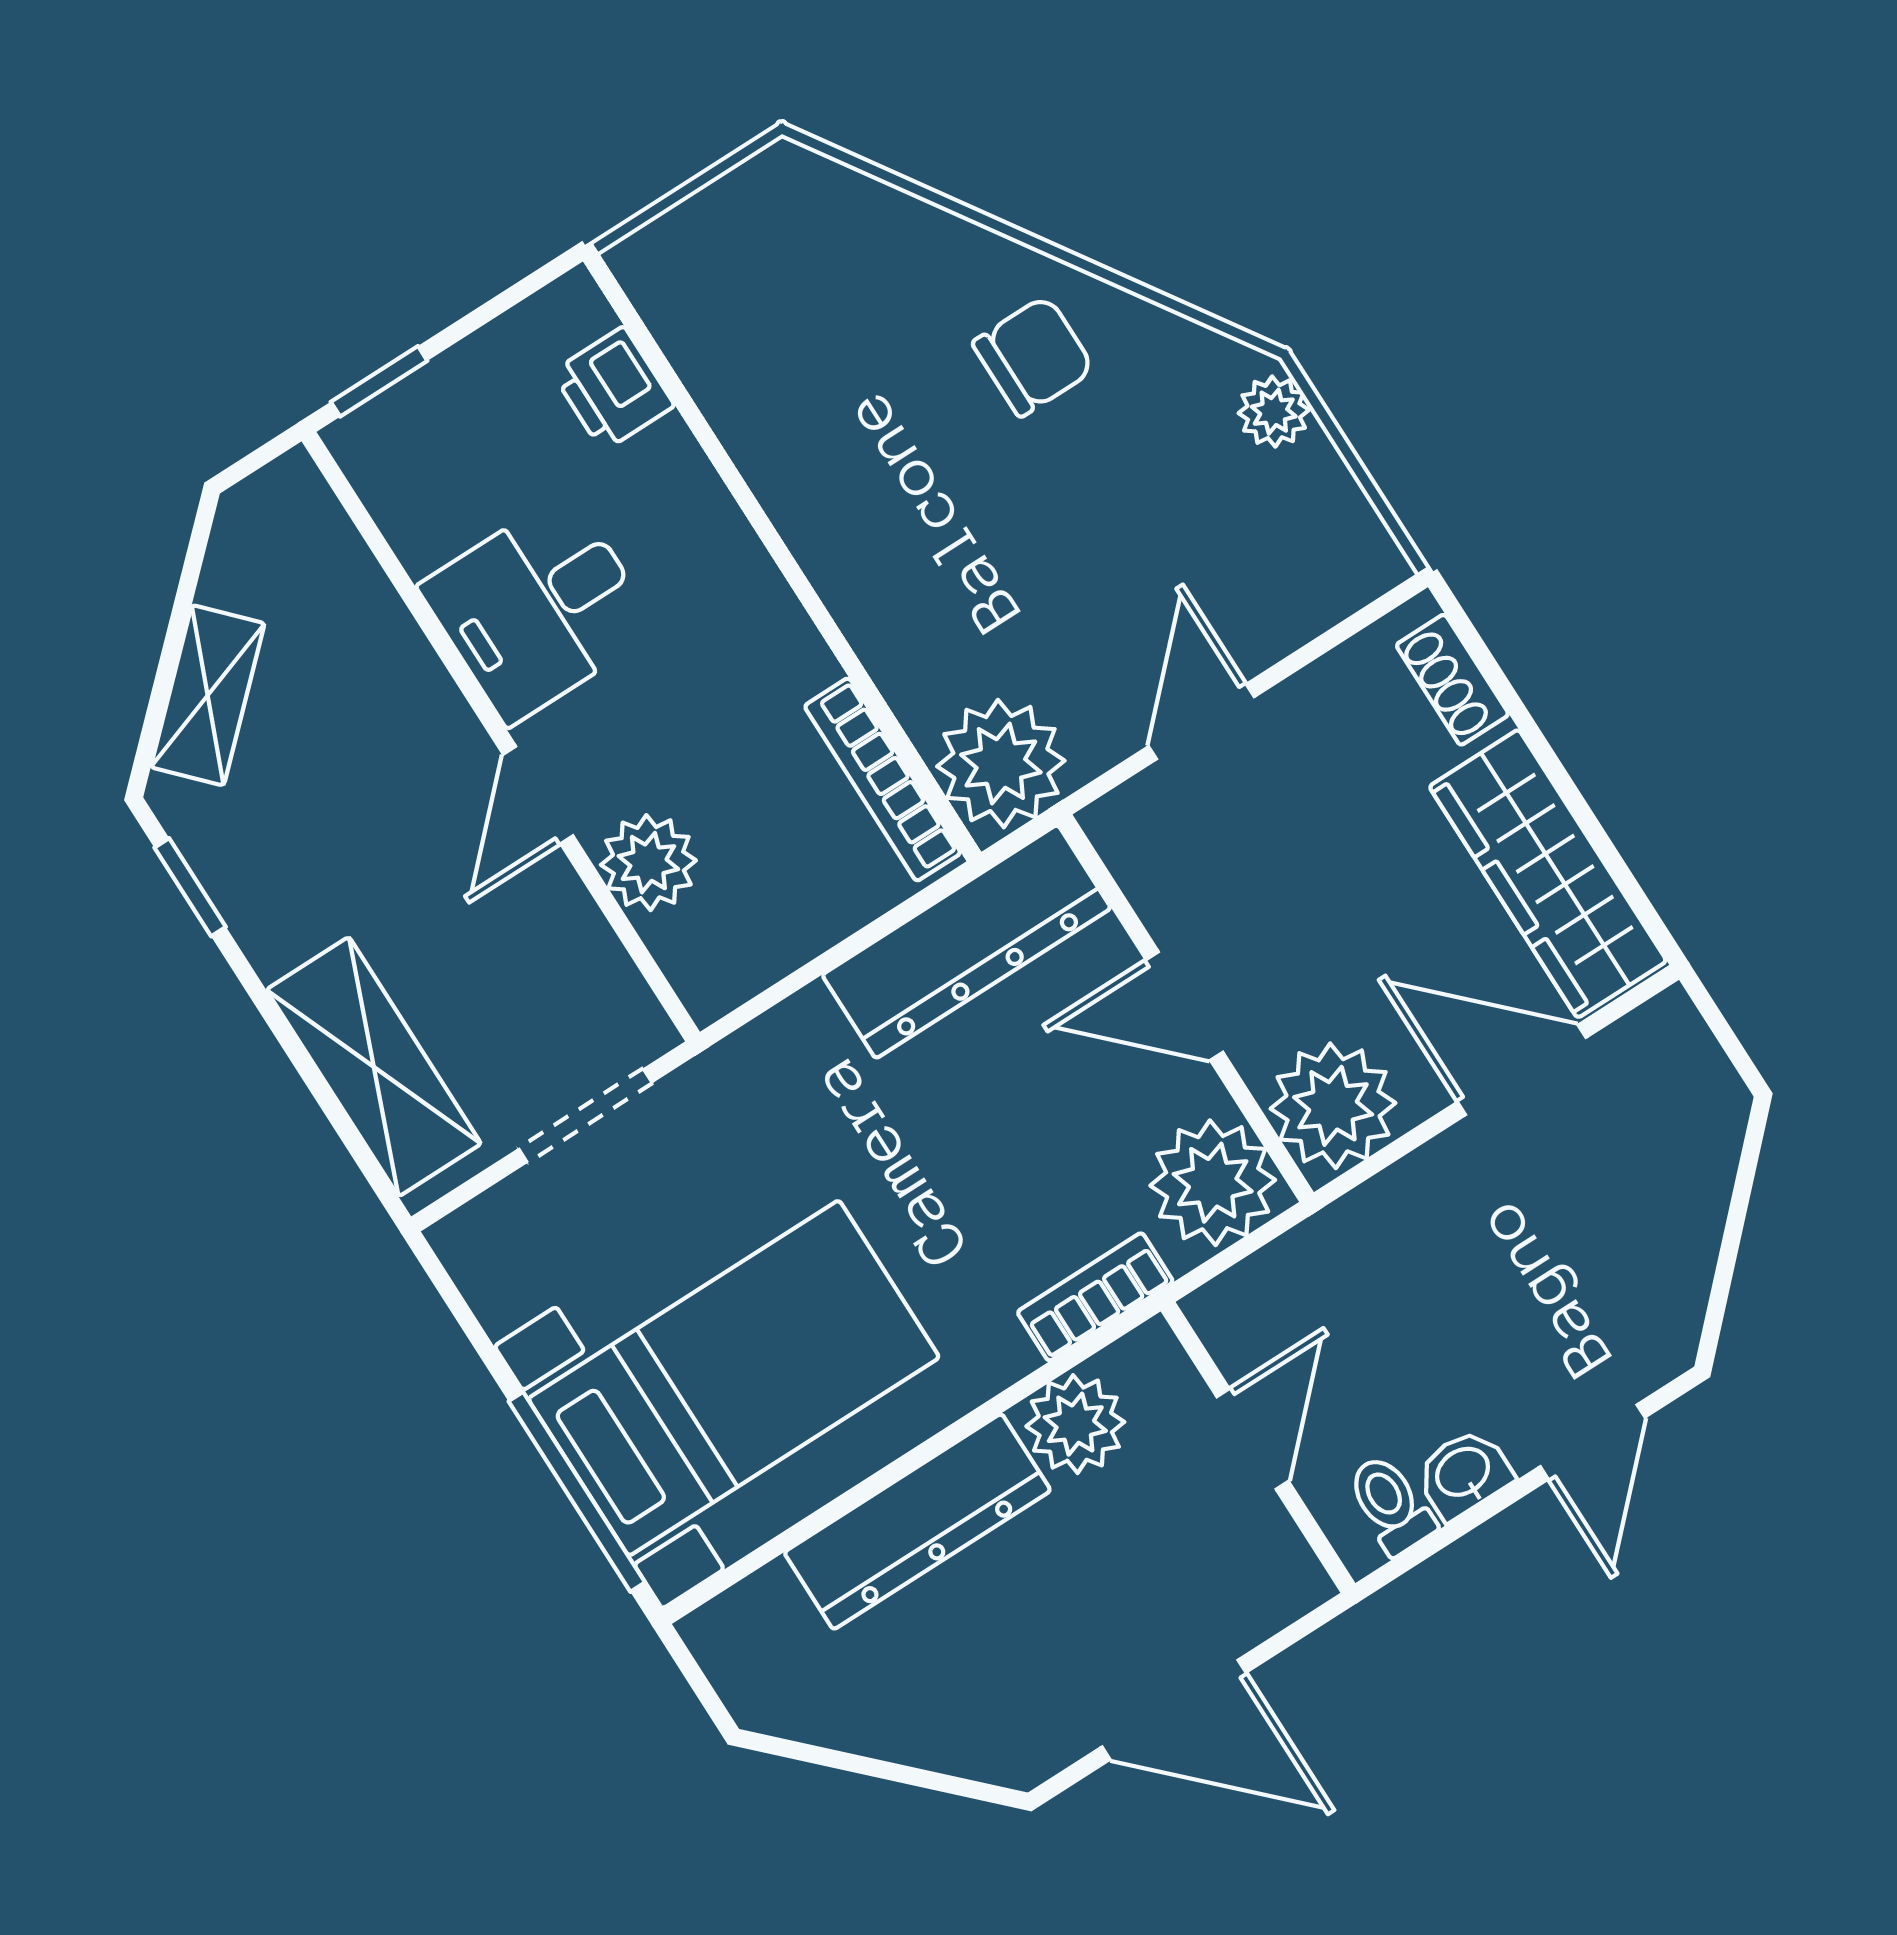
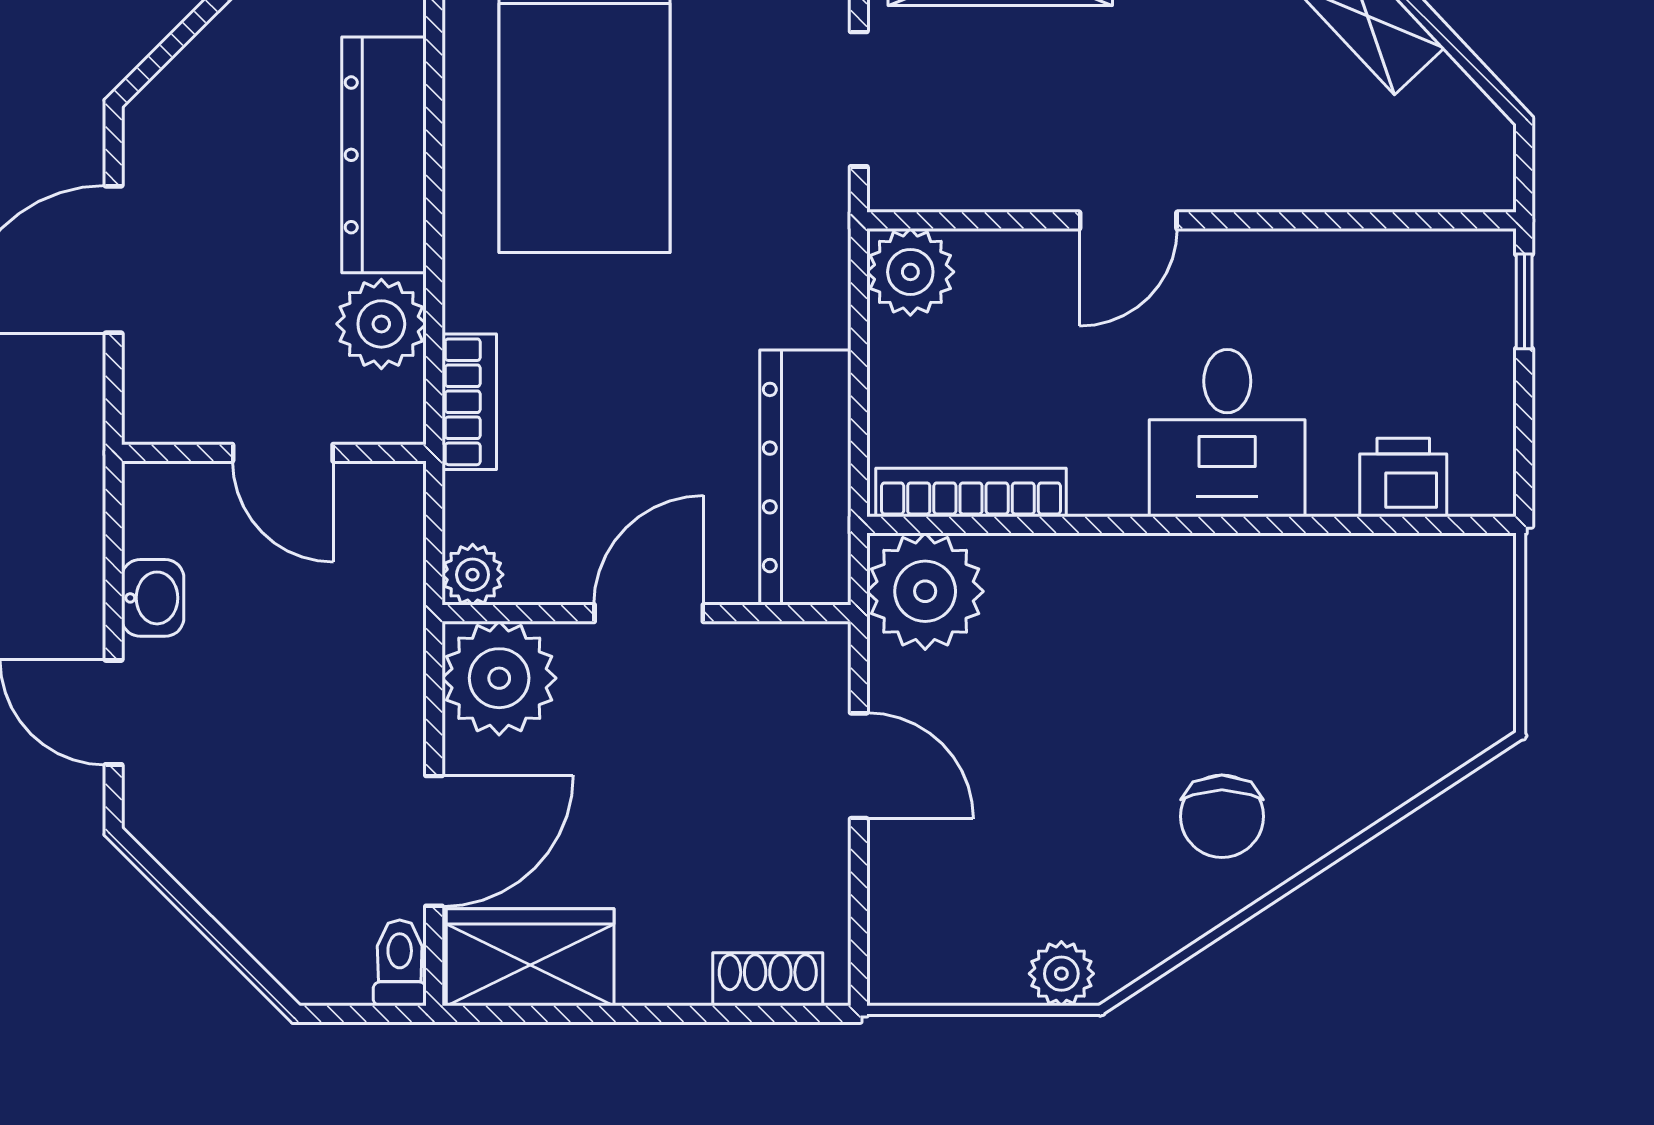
desk: (538, 608) -> (1227, 433), moved, turned 180
door: (538, 795) -> (1128, 220), swing flipped
plant: (648, 863) -> (910, 272), moved
wardrobe: (1548, 874) -> (530, 957), width x0.67
plant: (1213, 1183) -> (473, 575), width x0.53, depth x0.53
toilet: (1391, 1505) -> (400, 963), moved, turned -90

